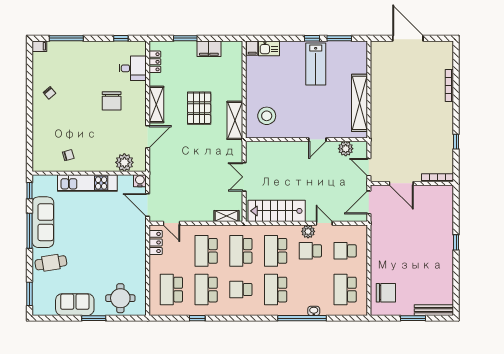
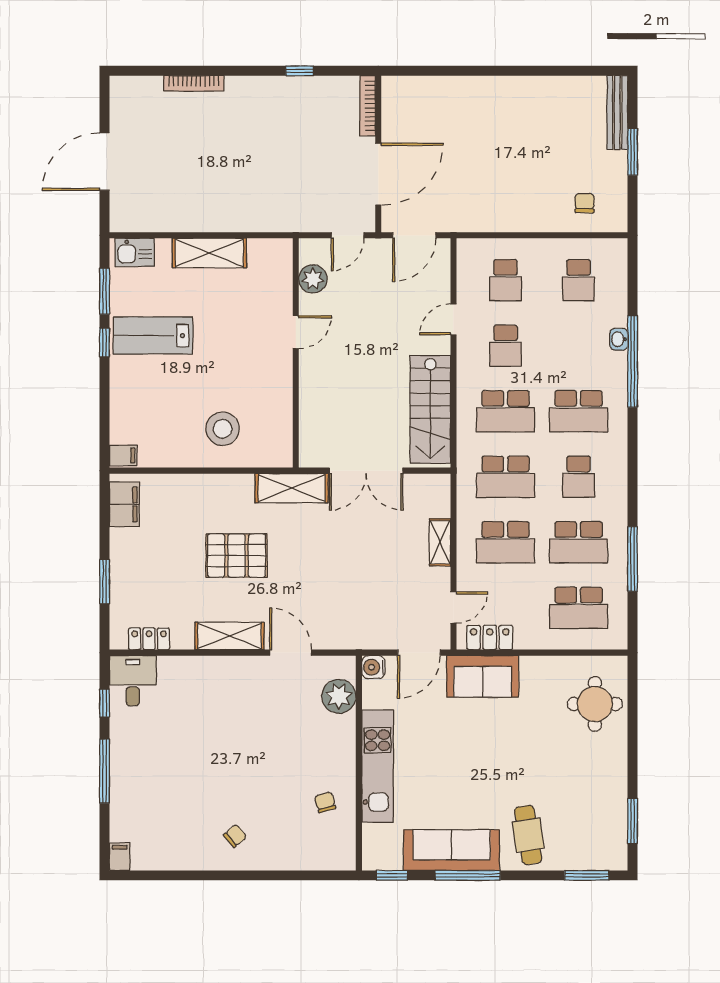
window: (66, 38) -> (105, 771), moved
kitchen sink: (269, 48) -> (135, 252), moved, turned 90
filing cabinet: (209, 49) -> (124, 504), moved
lab bench: (316, 64) -> (153, 336), turned 180
desk: (133, 68) -> (133, 681), moved
chair: (50, 93) -> (235, 836), moved
chair: (112, 101) -> (223, 720), removed
shelving: (359, 103) -> (209, 253), width x0.68
stool: (267, 116) -> (223, 429), moved
shelving: (235, 120) -> (292, 488), moved
door: (317, 140) -> (296, 332), hinge flipped
double door: (244, 177) -> (366, 471), width x1.37
door: (401, 183) -> (378, 174), width x1.36
door: (369, 202) -> (414, 235), hinge flipped
shelving: (226, 216) -> (440, 542), moved
plant: (308, 231) -> (469, 350), removed
window: (456, 242) -> (490, 71), removed
school desk: (345, 290) -> (579, 280), width x0.54
chair: (386, 293) -> (585, 203), width x0.54, depth x0.54
sofa: (75, 305) -> (483, 676), moved, turned -90
window: (94, 318) -> (633, 821), moved
window: (197, 318) -> (633, 559), width x2.17

